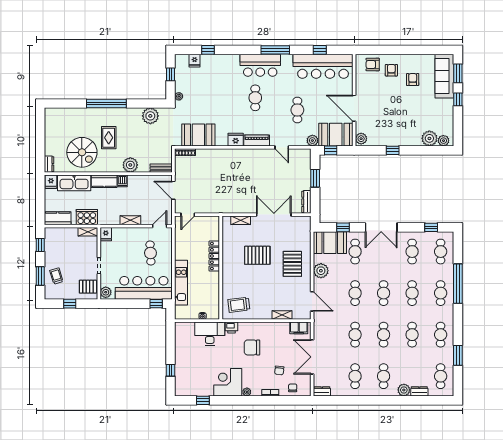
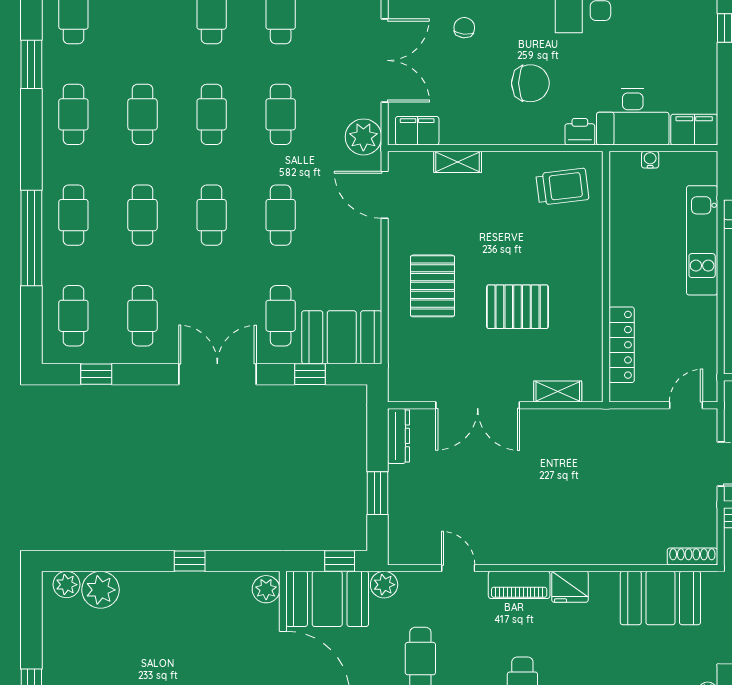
locker: (214, 256) -> (622, 345), moved
plant: (321, 271) -> (363, 137), moved
filing cabinet: (184, 328) -> (694, 130), added

